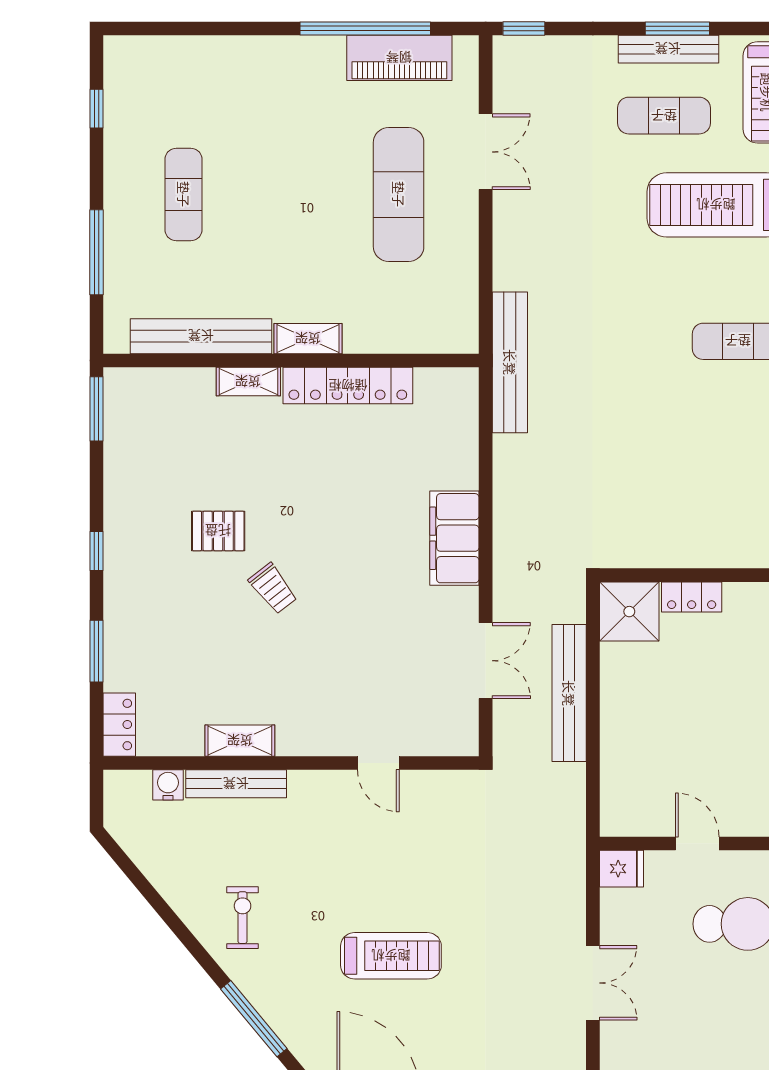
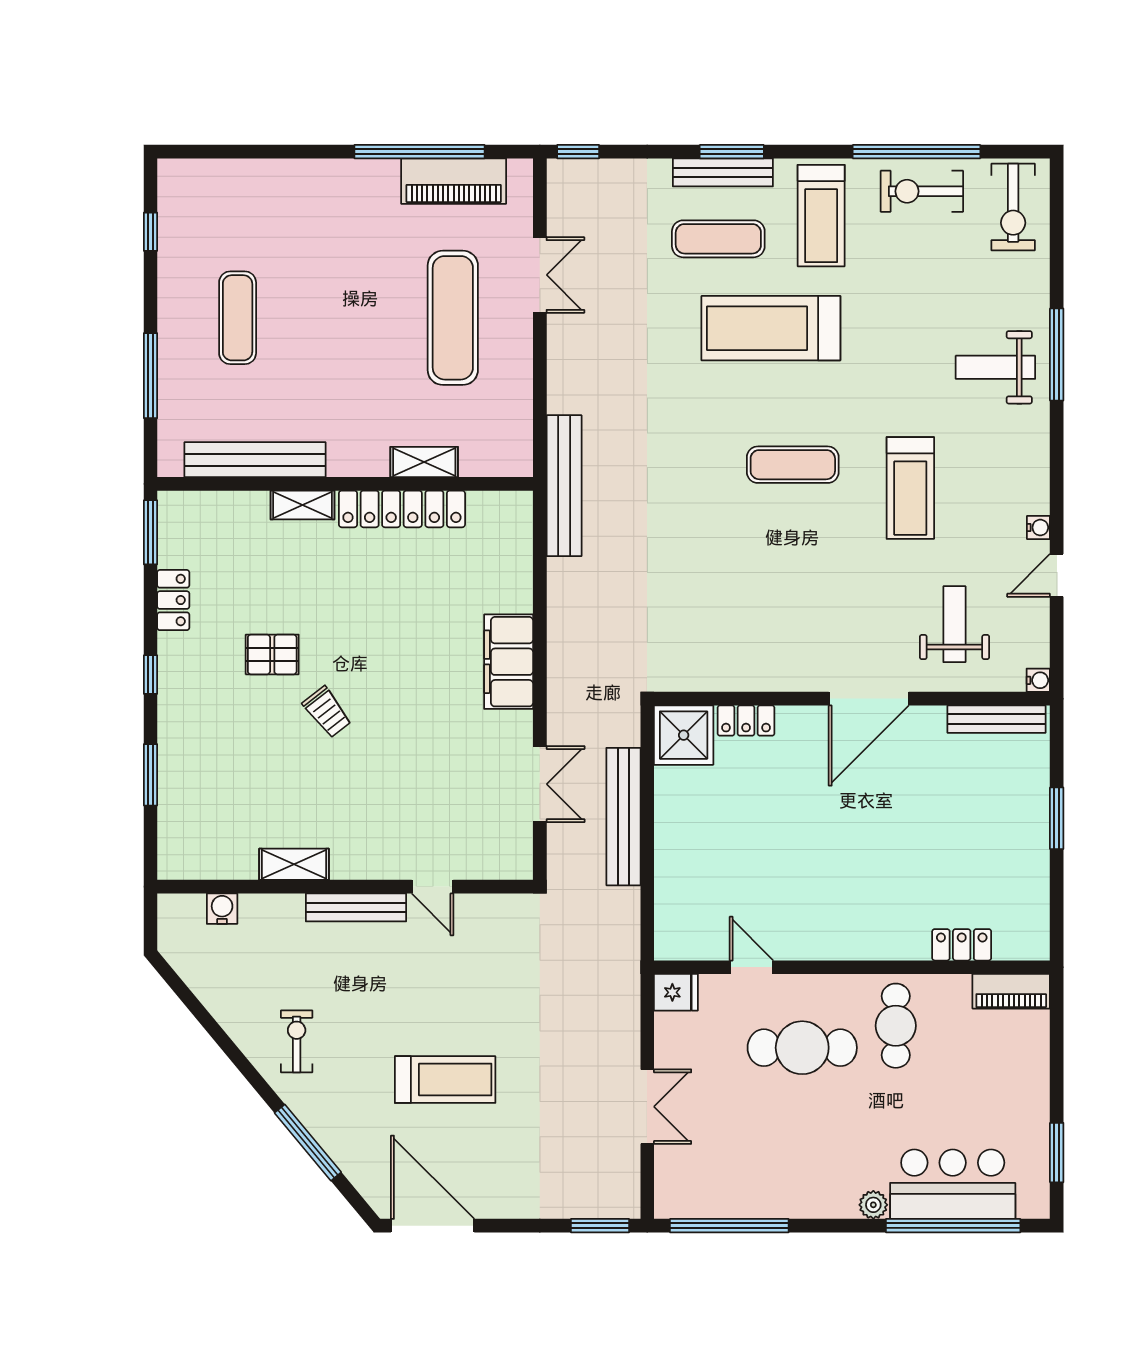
shelving: (308, 339) -> (424, 462), moved
locker: (119, 725) -> (173, 600), moved
bench: (236, 784) -> (356, 907), moved

